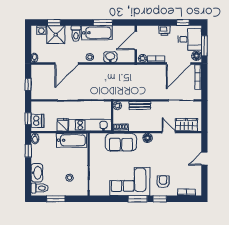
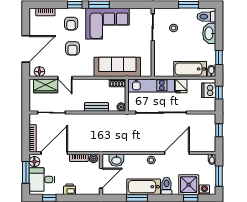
window: (28, 42) -> (219, 176), added
washbasin: (110, 57) -> (116, 160), moved
floor lamp: (147, 138) -> (39, 72), moved
bathtub: (72, 140) -> (190, 69), moved
sofa: (121, 142) -> (117, 67), width x1.36
armchair: (162, 159) -> (73, 48), added
door: (204, 159) -> (26, 49), width x1.87

